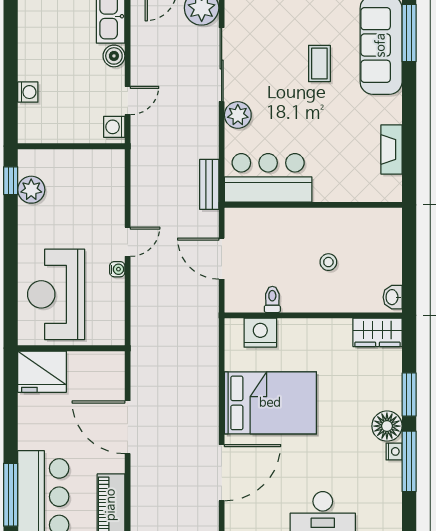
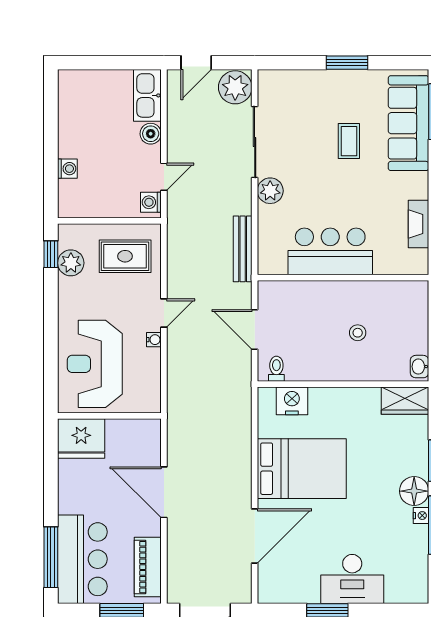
bar counter: (268, 178) -> (330, 251), moved
rug: (87, 183) -> (125, 256), added
bench: (209, 184) -> (243, 249), width x1.36
toilet: (272, 299) -> (276, 369), moved

